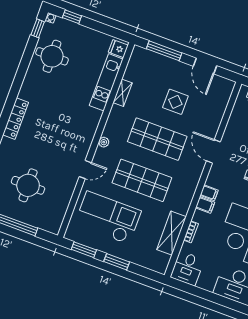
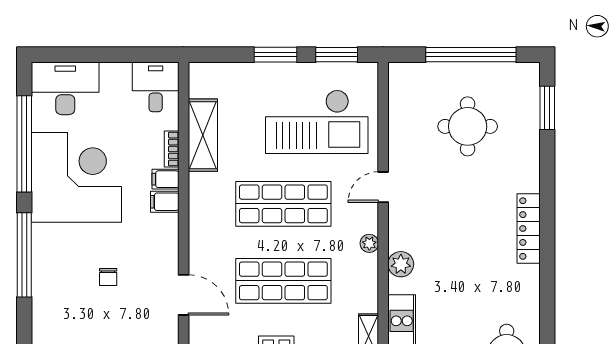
plant: (91, 125) -> (401, 264), added
filing cabinet: (209, 193) -> (165, 179), moved

